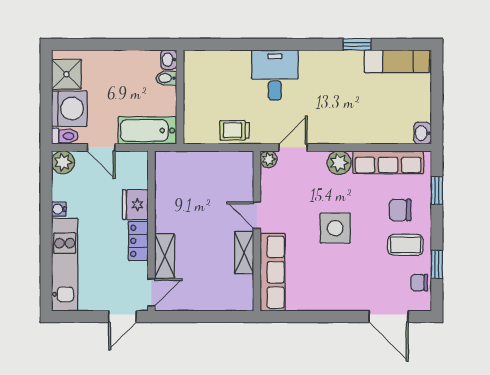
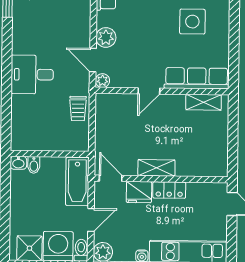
plant: (339, 163) -> (106, 37), moved
side table: (335, 228) -> (192, 22), moved
shelving: (244, 252) -> (204, 102), moved
shelving: (165, 256) -> (156, 168), moved
door: (151, 292) -> (111, 178), moved

